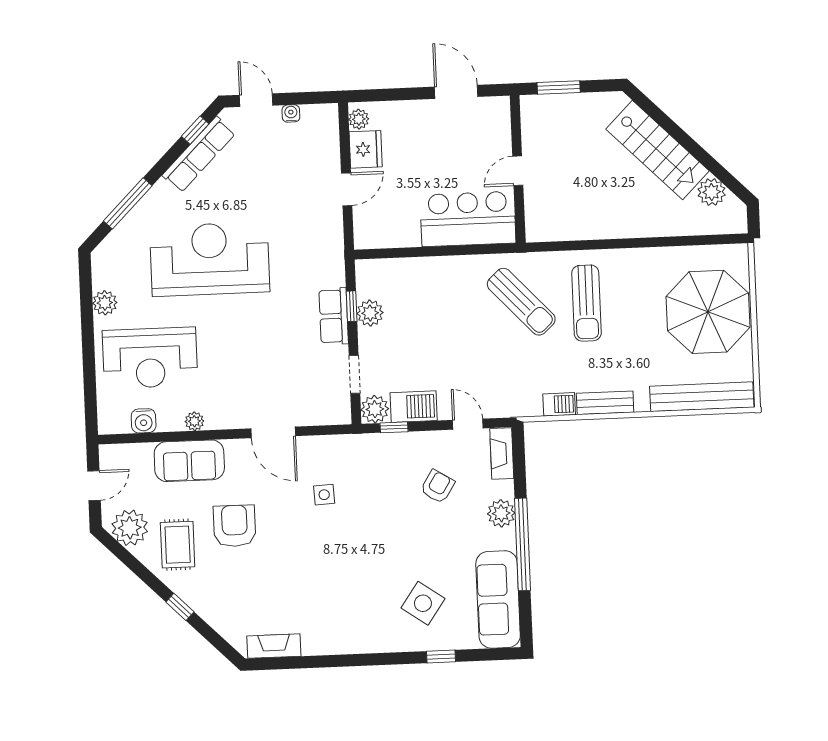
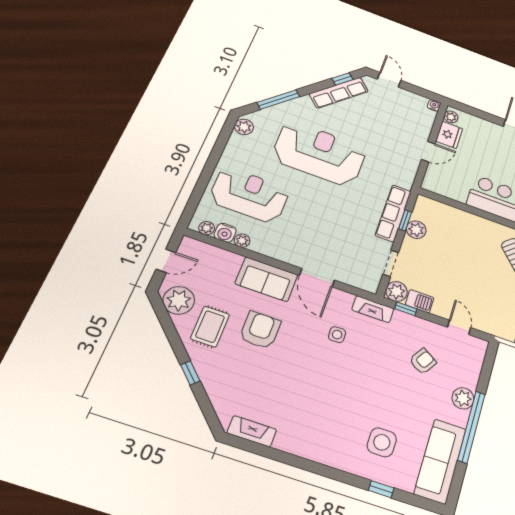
water cooler: (291, 113) -> (434, 105), moved
plant: (105, 303) -> (244, 127), moved
row of seats: (334, 316) -> (393, 213), width x1.48
reception desk: (150, 358) -> (249, 195), turned 180
barbecue: (414, 407) -> (420, 301), width x0.73, depth x0.79
plant: (194, 421) -> (242, 241), moved
plant: (120, 424) -> (207, 228), added
fireplace: (502, 454) -> (373, 309), moved, turned -90
sofa: (189, 461) -> (267, 279), moved
side table: (423, 603) -> (382, 442), turned -35

